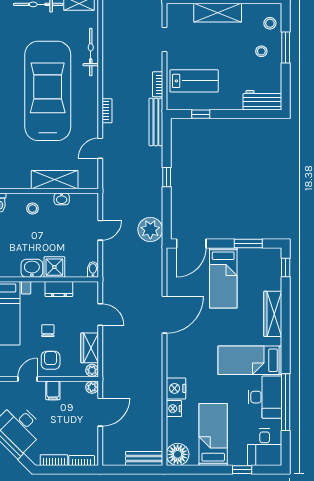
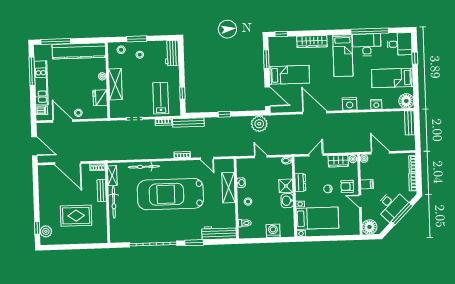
nightstand: (176, 388) -> (350, 104), moved

